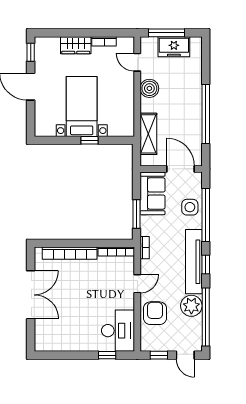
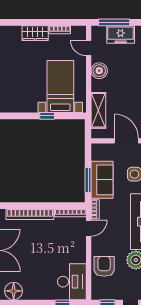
bed with nightstands: (82, 107) -> (60, 86), moved
sofa: (153, 193) -> (102, 180), moved
door: (137, 284) -> (89, 228), moved
floor lamp: (51, 341) -> (14, 291), added

